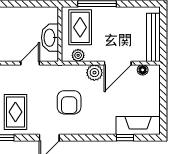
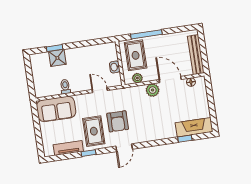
washbasin: (50, 38) -> (115, 67), width x0.52, depth x0.69
door: (30, 63) -> (100, 90), hinge flipped
door: (118, 63) -> (170, 80), swing flipped
armchair: (69, 102) -> (118, 121), moved

